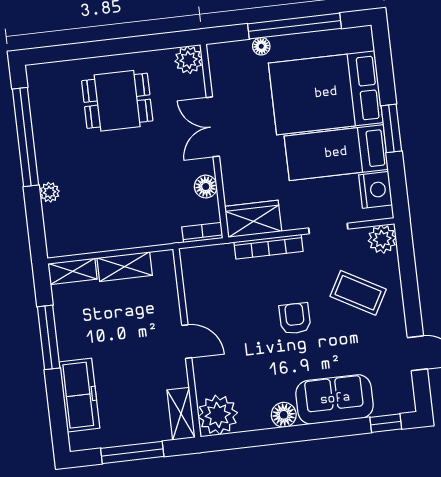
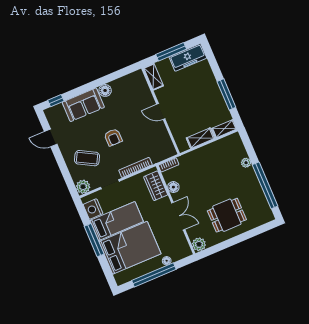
window: (391, 128) -> (94, 240), width x1.44
wardrobe: (253, 219) -> (156, 186), moved, turned 90
freezer: (79, 395) -> (188, 57), moved, turned -90
plant: (218, 415) -> (136, 81), removed

